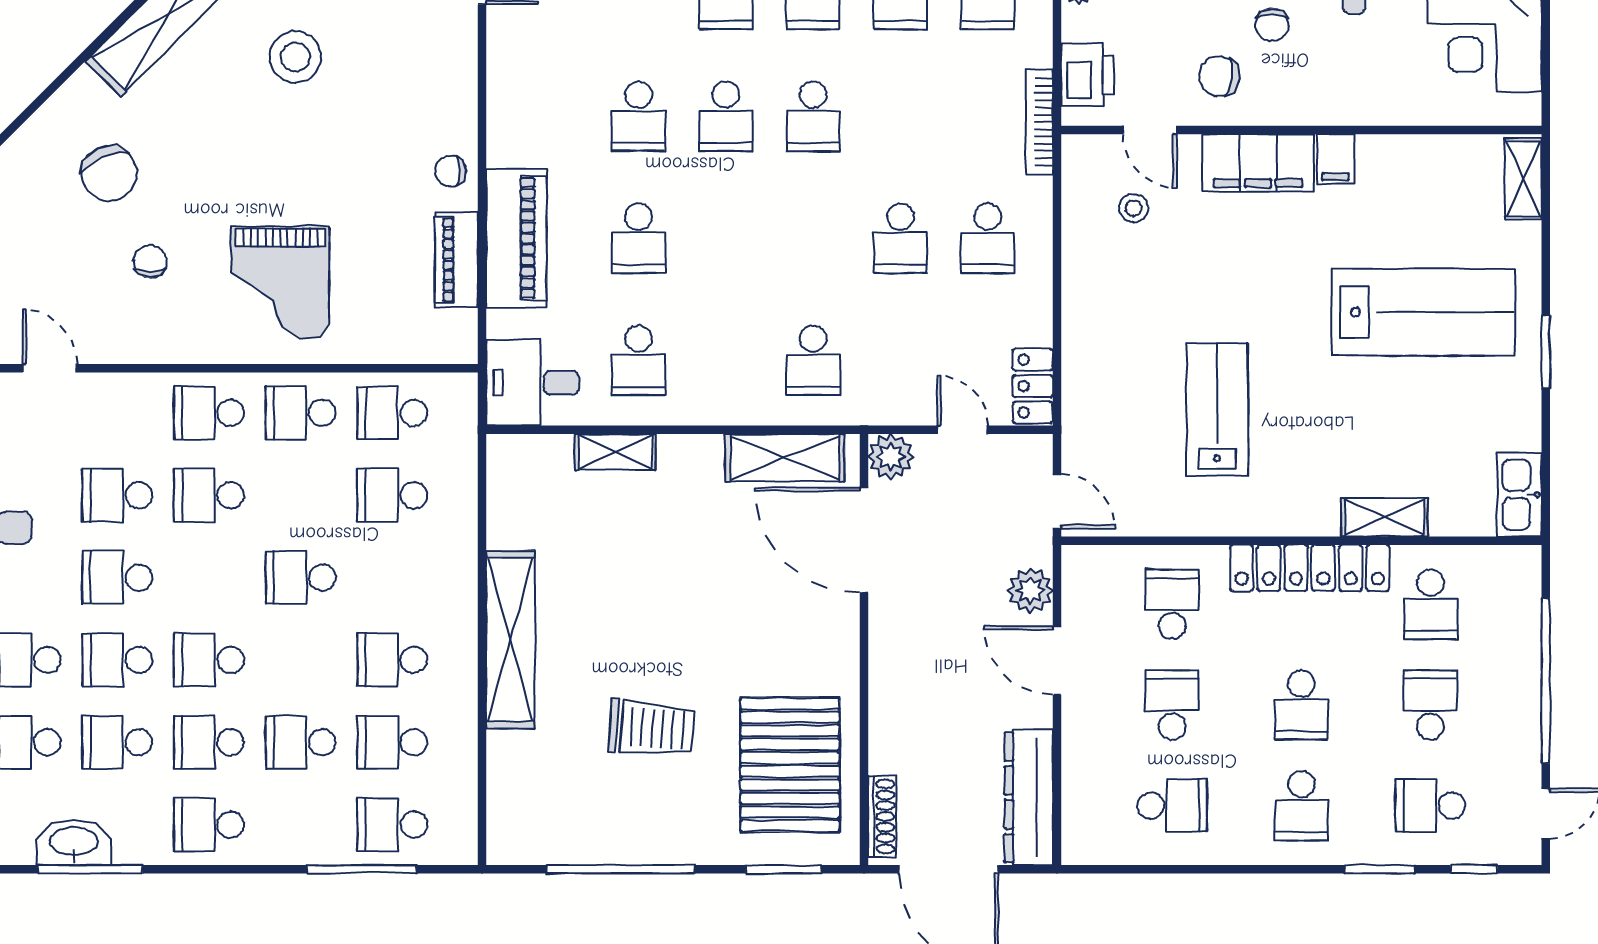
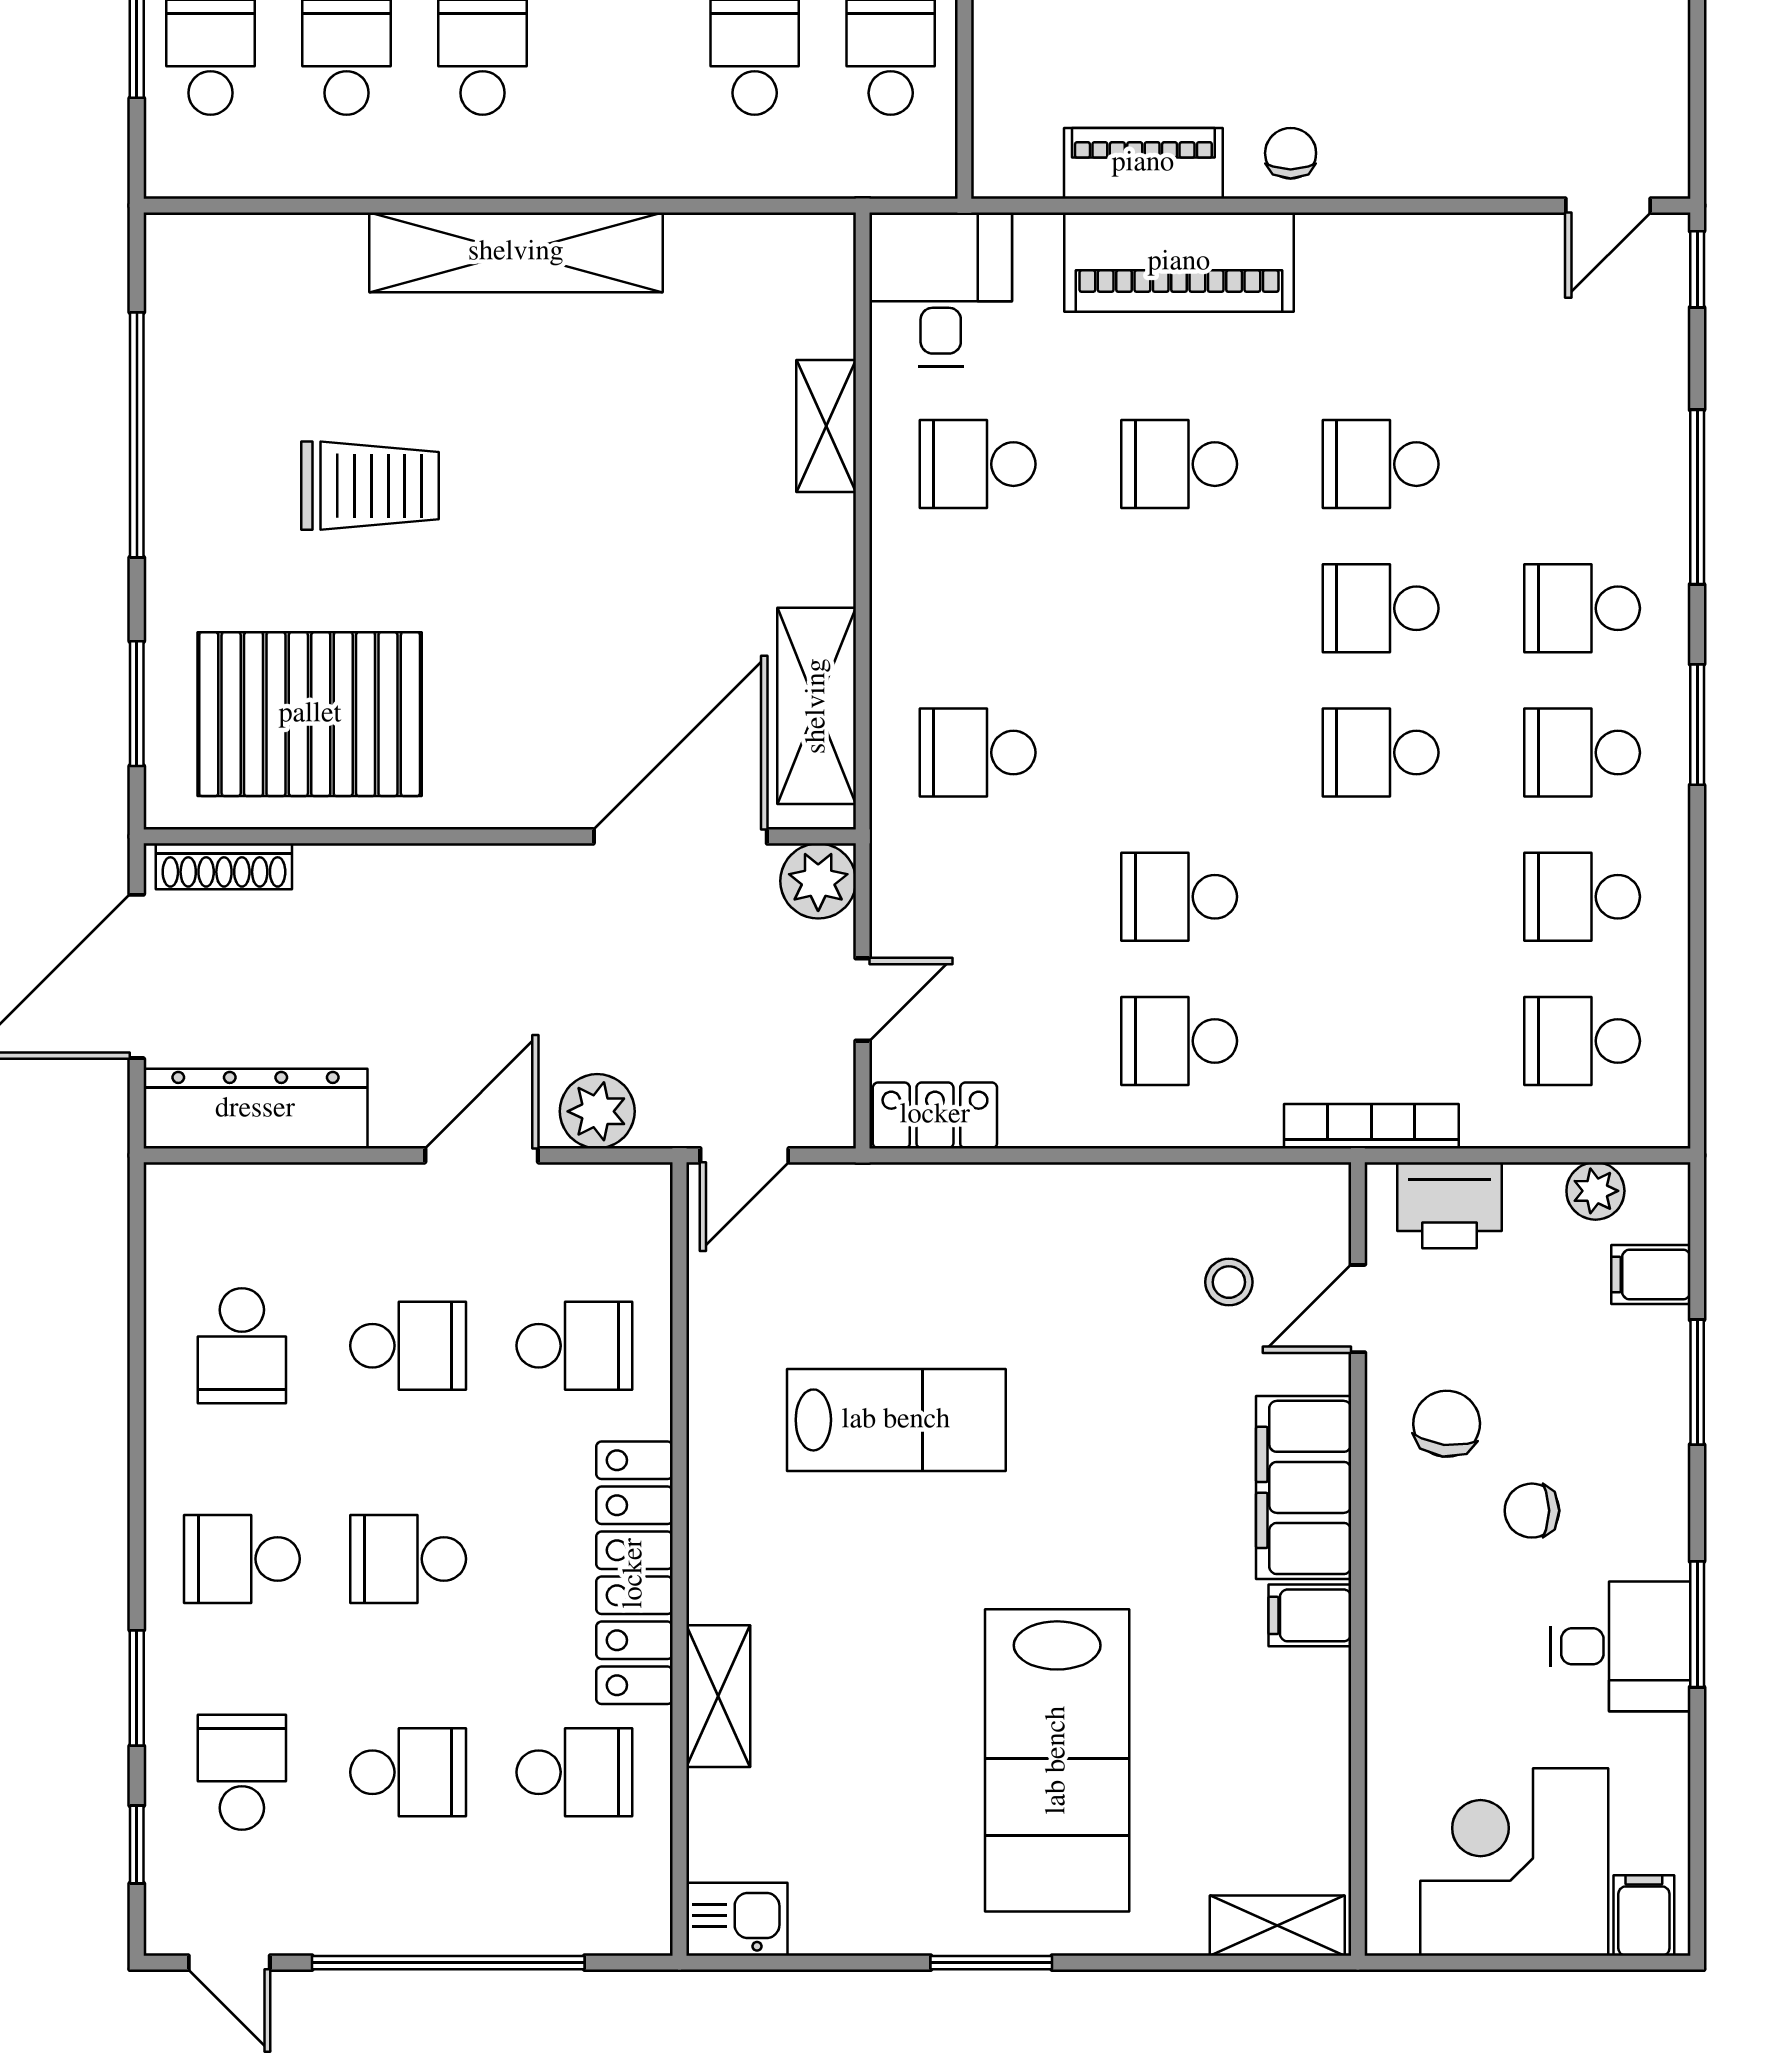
kitchen sink: (1519, 495) -> (737, 1919), width x0.73
school desk: (1430, 604) -> (574, 1772), turned 180
trolley: (652, 728) -> (370, 486), turned -94

